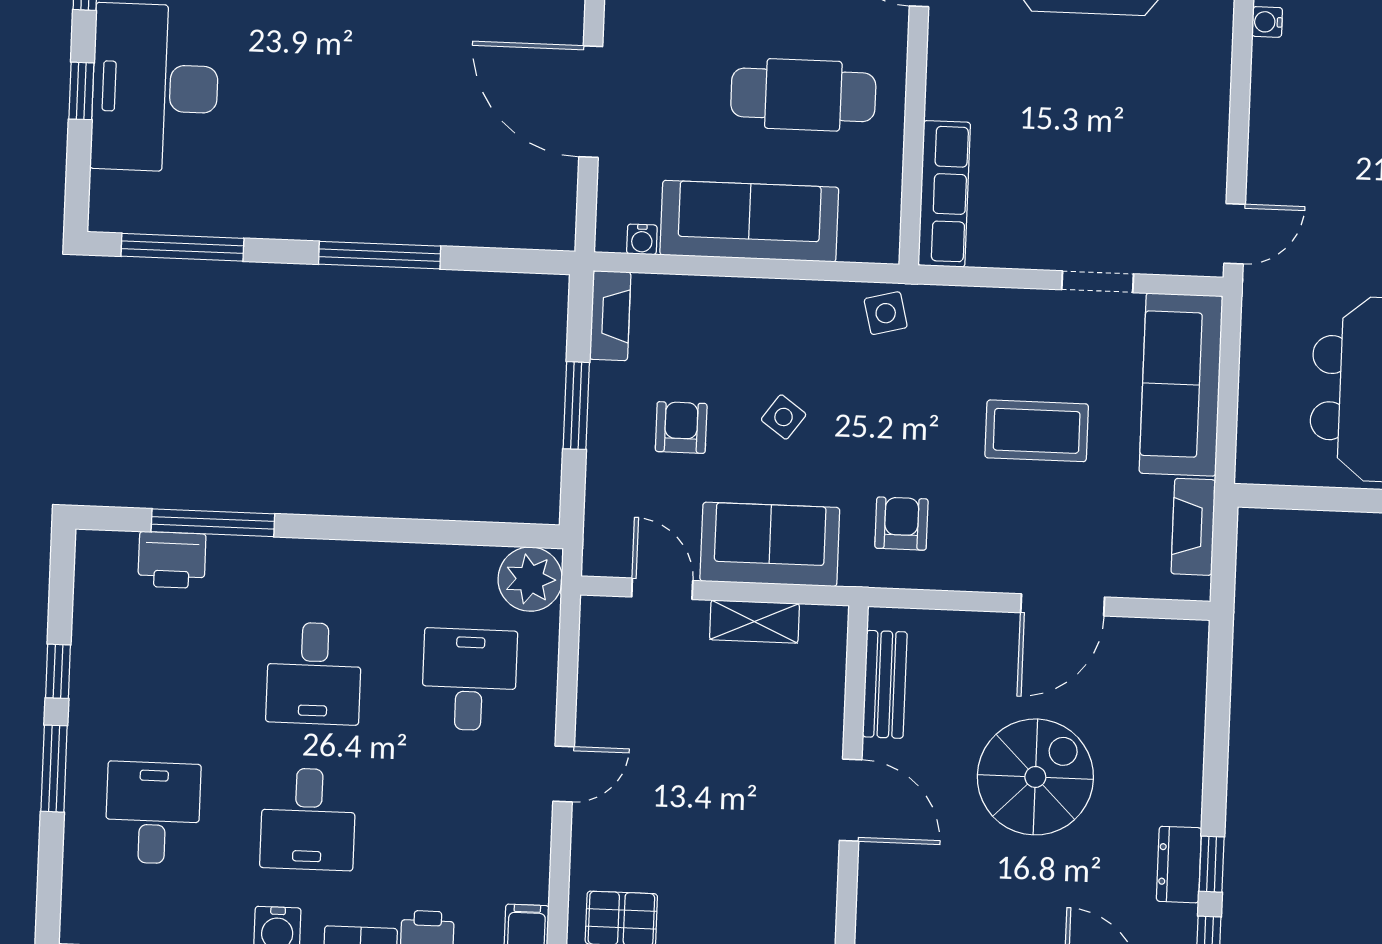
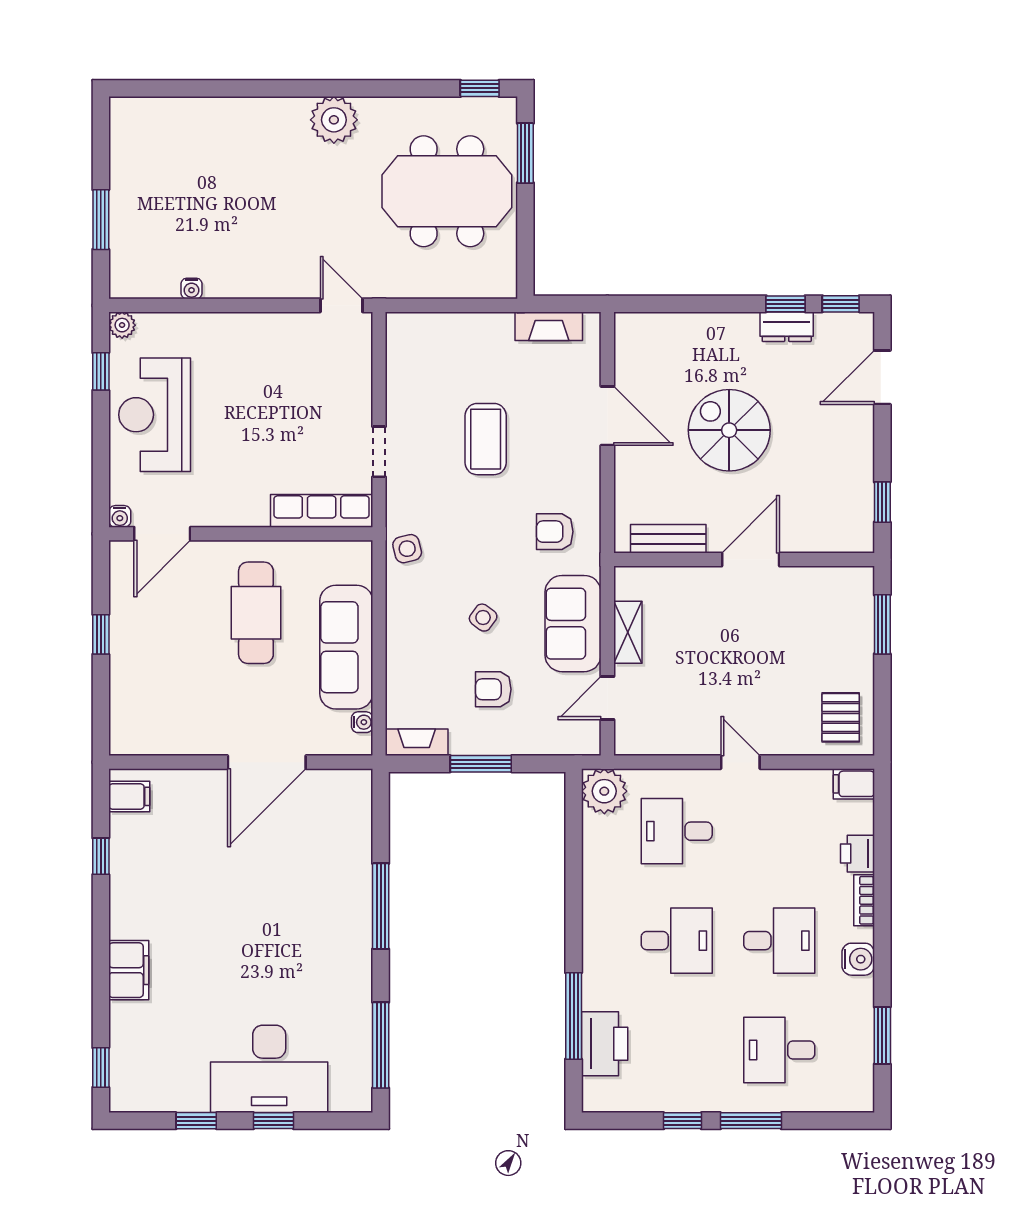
doorway: (1098, 282) -> (379, 452), moved
sofa: (1181, 385) -> (449, 339), removed
printer: (172, 560) -> (605, 1044), width x1.37, depth x1.19

